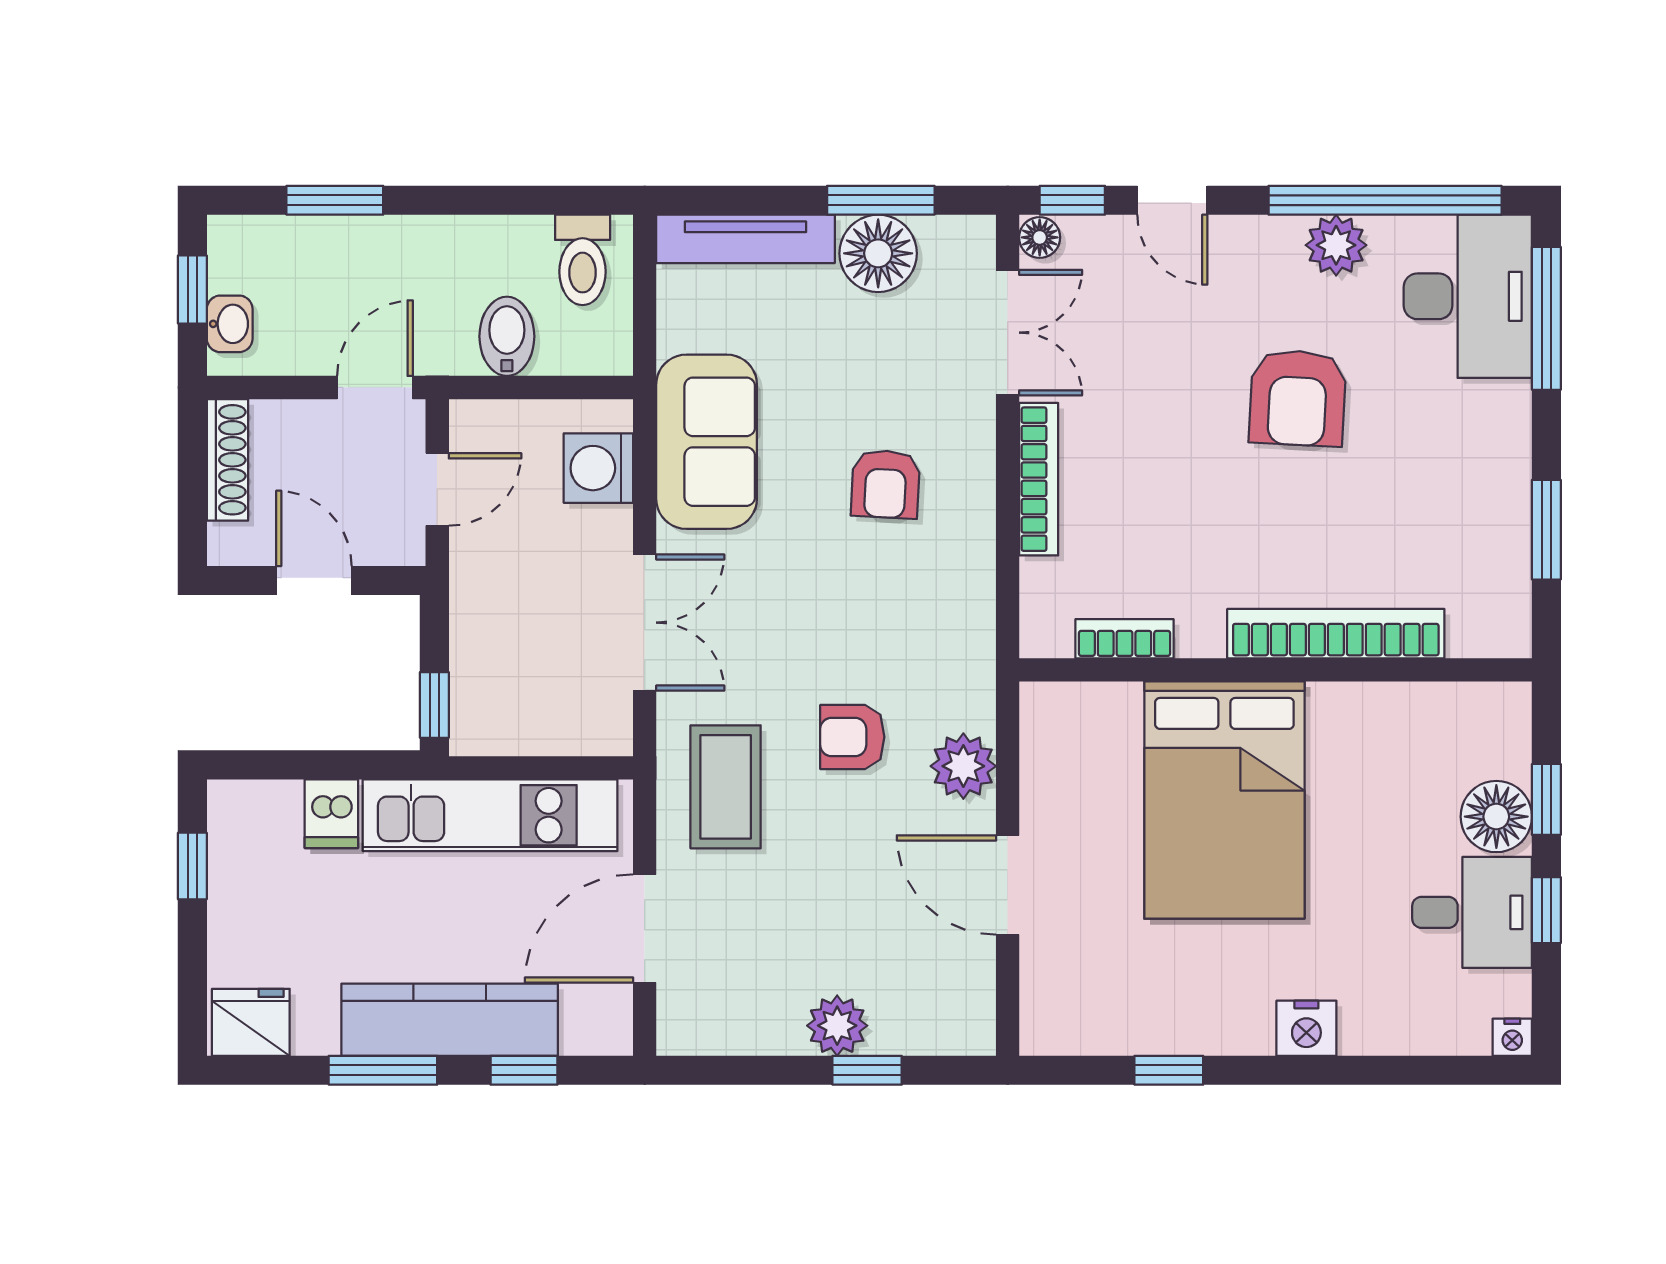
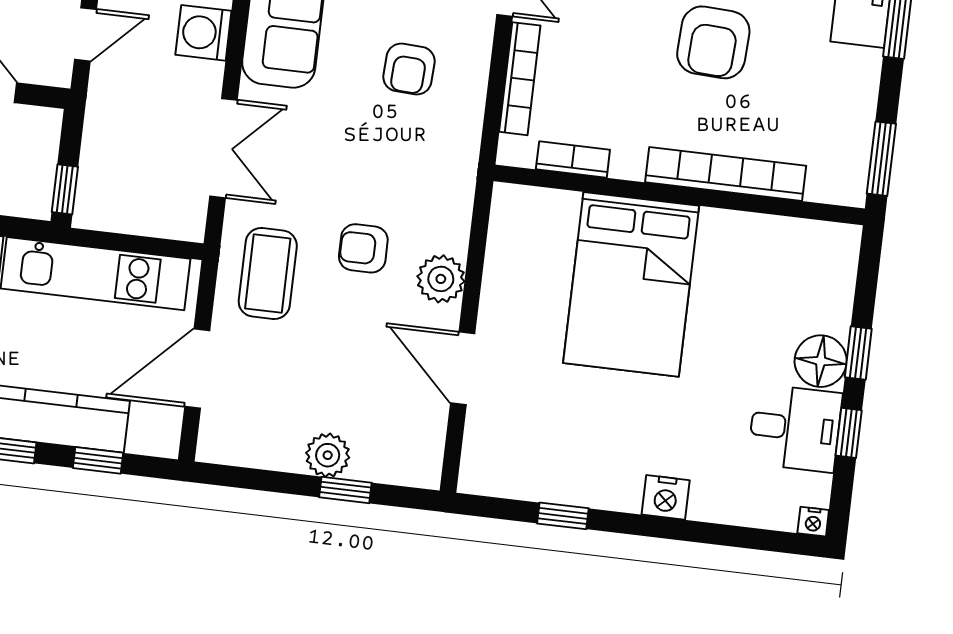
bookcase: (1336, 634) -> (726, 174), moved
bookcase: (1125, 639) -> (573, 159), moved
wall: (1276, 670) -> (679, 195), moved
bed: (1224, 800) -> (631, 284), moved

